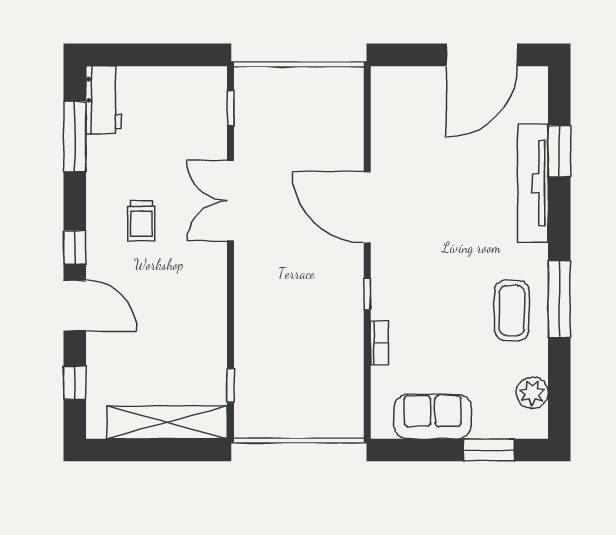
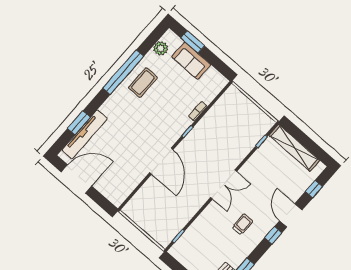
tv unit: (533, 183) -> (85, 134), moved
double door: (231, 201) -> (224, 184), moved
window: (559, 299) -> (123, 72), width x1.46
sofa: (433, 417) -> (191, 61), moved

